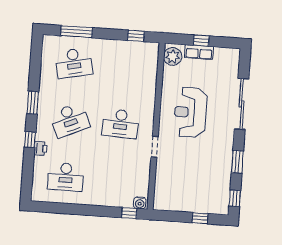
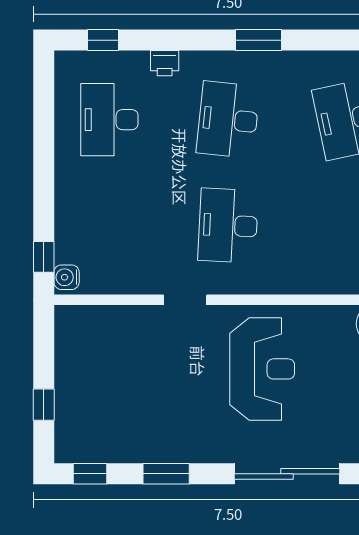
reception desk: (190, 112) -> (262, 369), turned 90
desk: (70, 120) -> (228, 120), turned 30
window: (30, 140) -> (103, 40), moved

